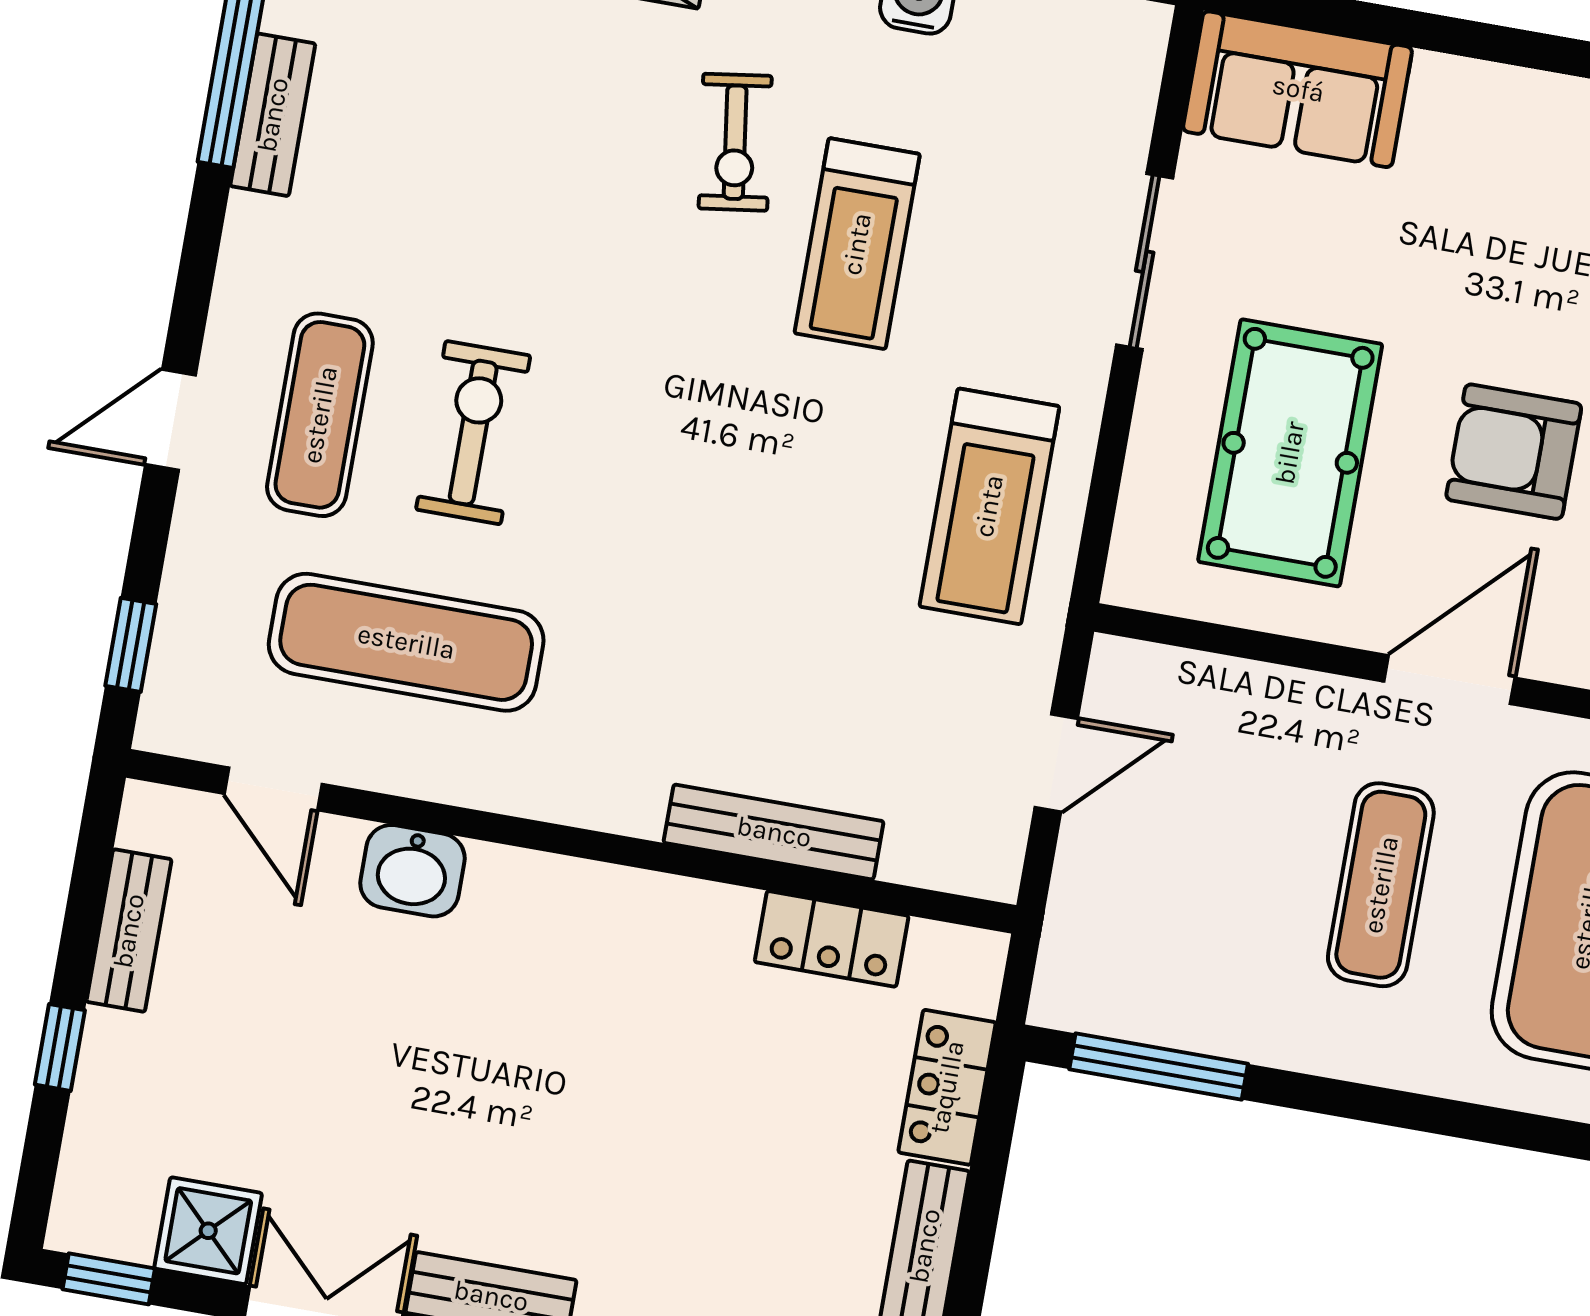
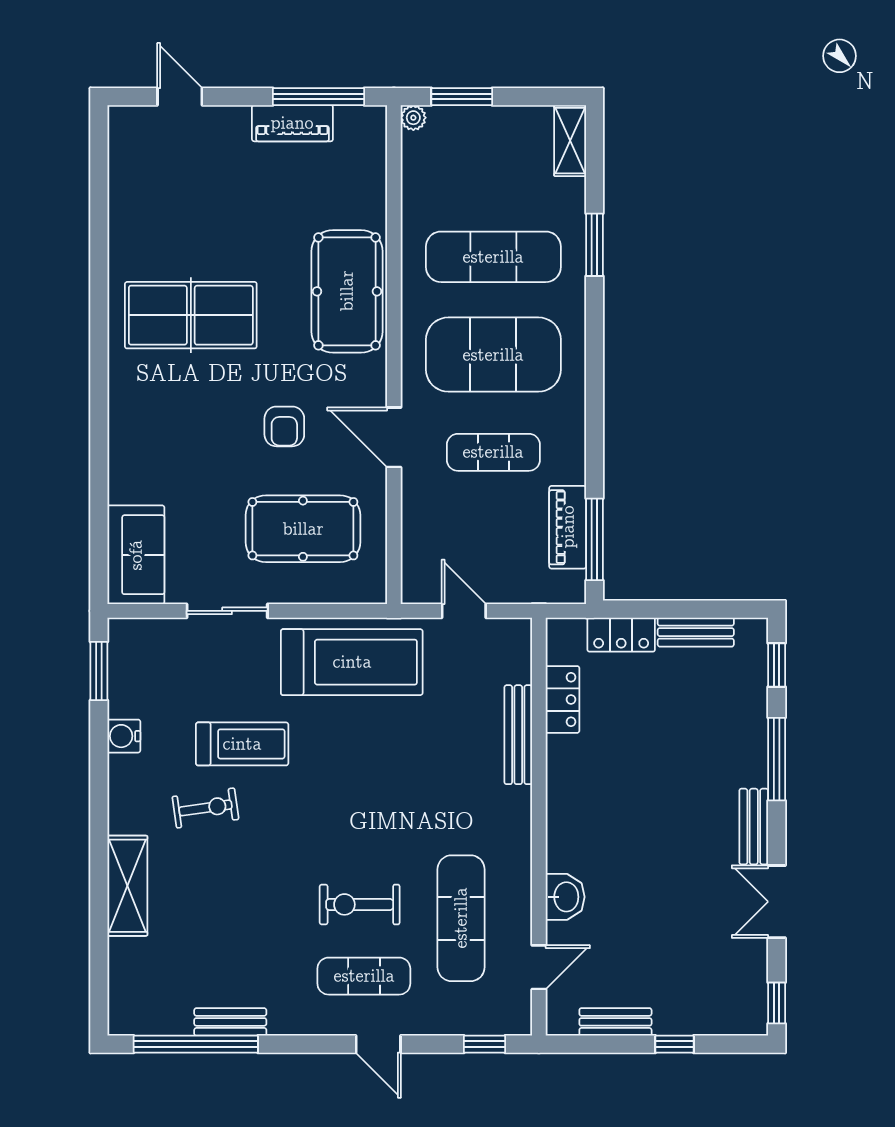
armchair: (1514, 452) -> (284, 426), width x0.72, depth x0.72
treadmill: (989, 506) -> (352, 662), width x1.37, depth x1.38
piano: (1194, 1014) -> (568, 527), added
shower: (208, 1231) -> (747, 961), removed

